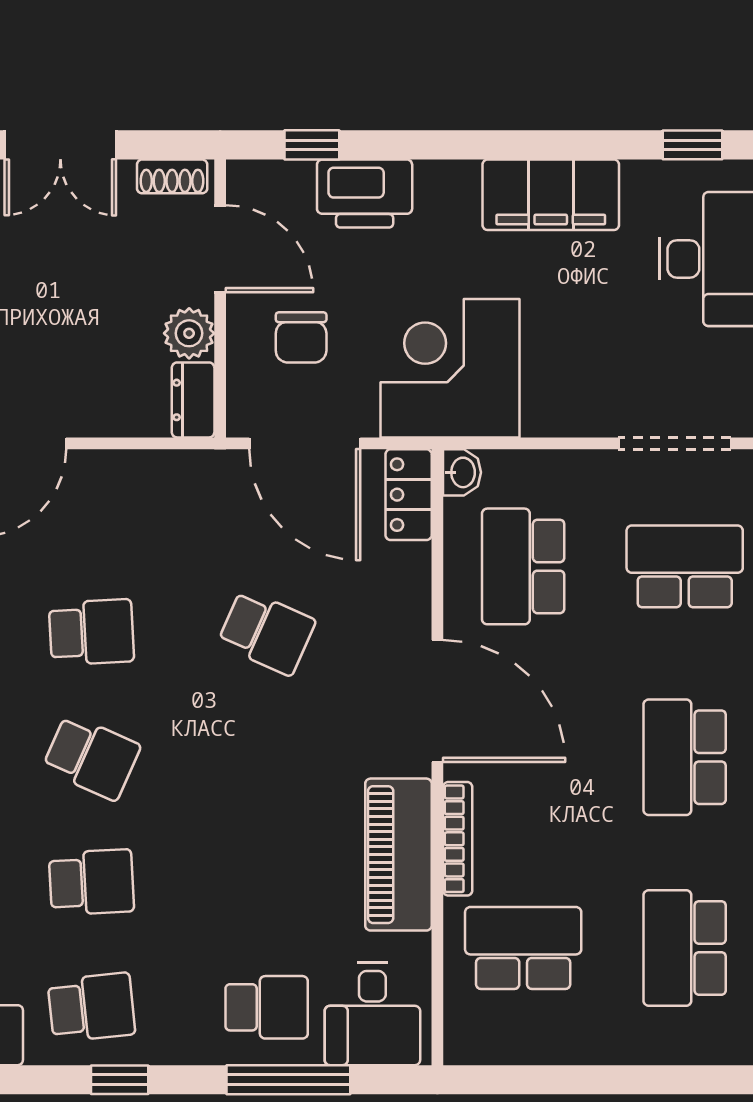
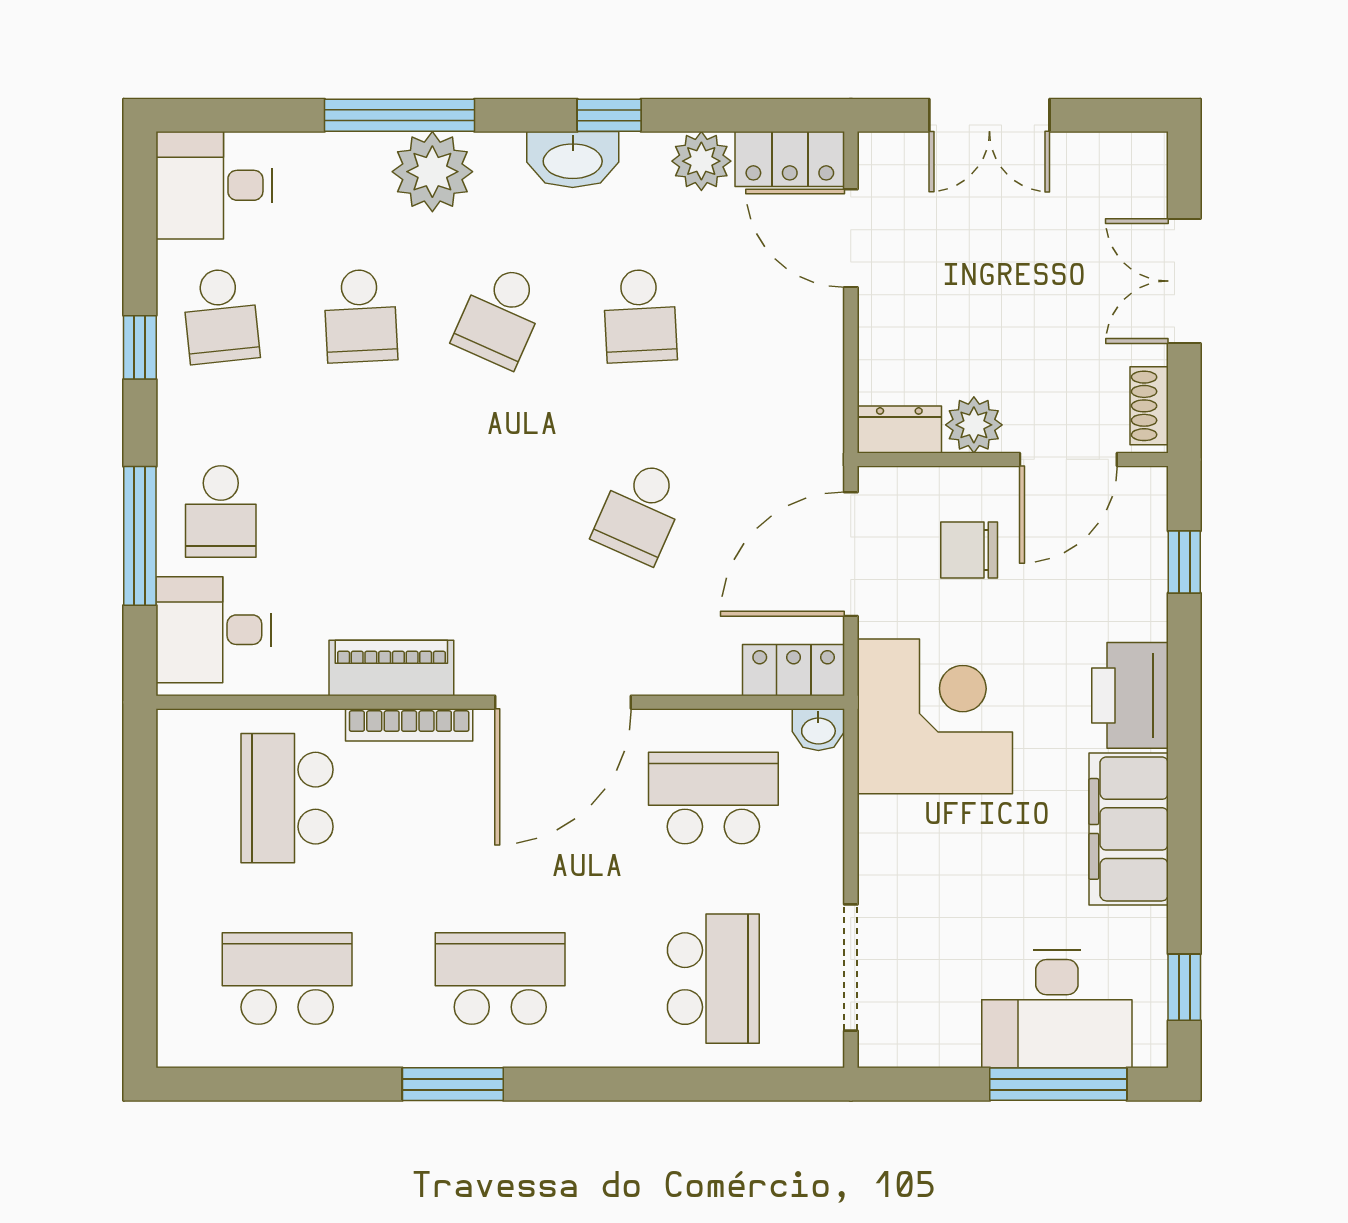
printer: (365, 194) -> (1130, 695), moved
piano: (398, 855) -> (391, 668), width x0.73, depth x0.75
school desk: (523, 948) -> (287, 798), turned 180

